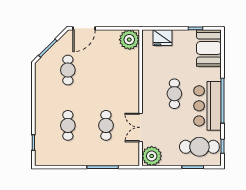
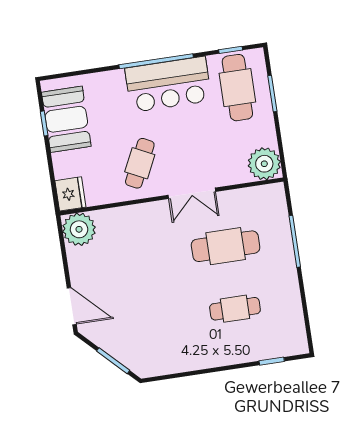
fridge: (162, 38) -> (70, 194), moved
booth: (209, 48) -> (66, 119), moved, turned 90
cafe table: (68, 70) -> (144, 322), removed
cafe table: (174, 94) -> (140, 163), moved, turned -64
cafe table: (106, 125) -> (226, 246), width x1.37, depth x1.35
double door: (141, 127) -> (192, 193), moved

